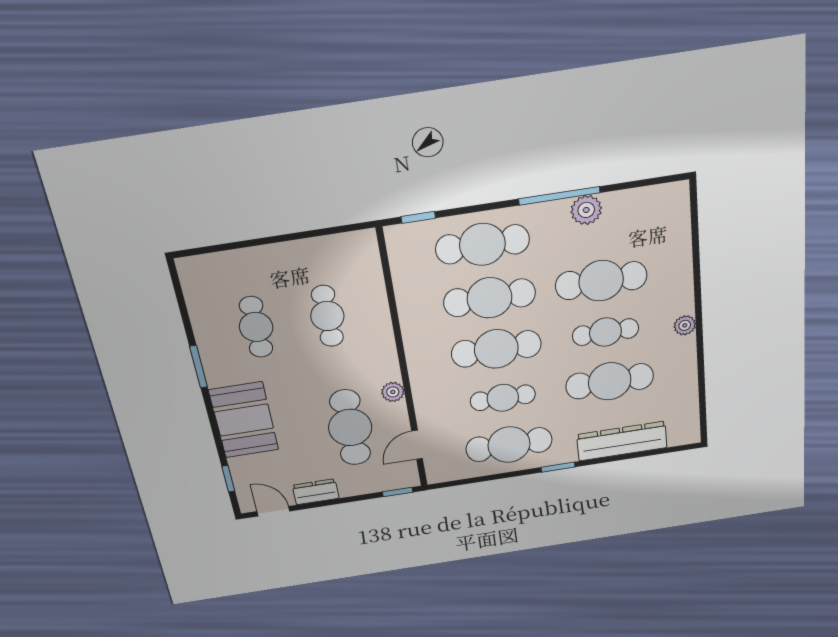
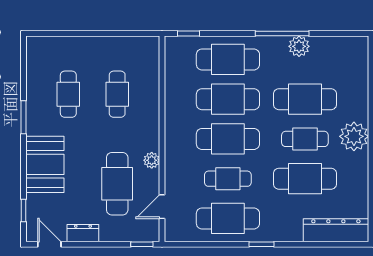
plant: (685, 325) -> (354, 136), width x1.88, depth x1.88
dresser: (622, 441) -> (336, 230), moved

